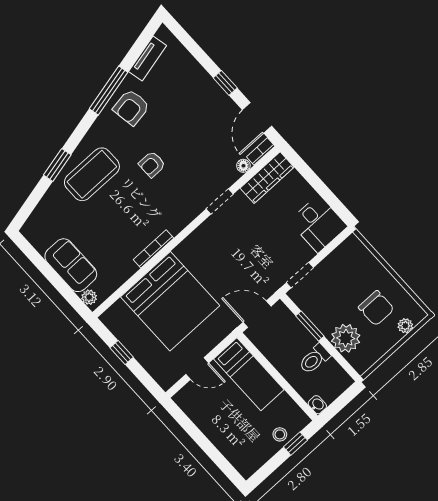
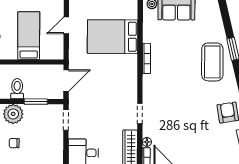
armchair: (152, 164) -> (190, 97), removed
bed: (170, 301) -> (113, 37), width x0.73
chair: (376, 308) -> (14, 143), width x0.54, depth x0.54
bed: (249, 374) -> (29, 36), moved, turned 90

